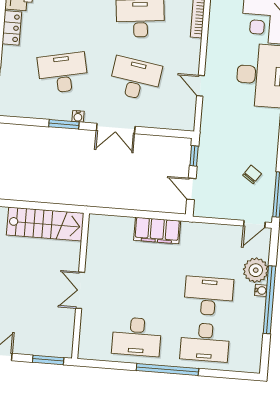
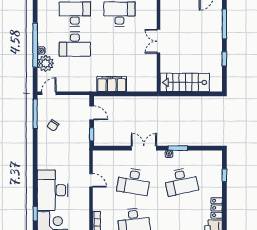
double door: (80, 290) -> (159, 41), swing flipped

